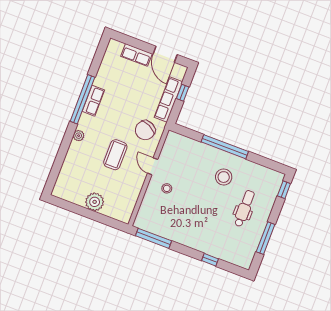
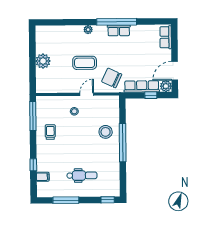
row of seats: (136, 55) -> (166, 37), moved
plant: (179, 71) -> (166, 86), added
stool: (224, 177) -> (106, 132), moved
trolley: (180, 225) -> (50, 132), added
filing cabinet: (228, 254) -> (43, 177), added

